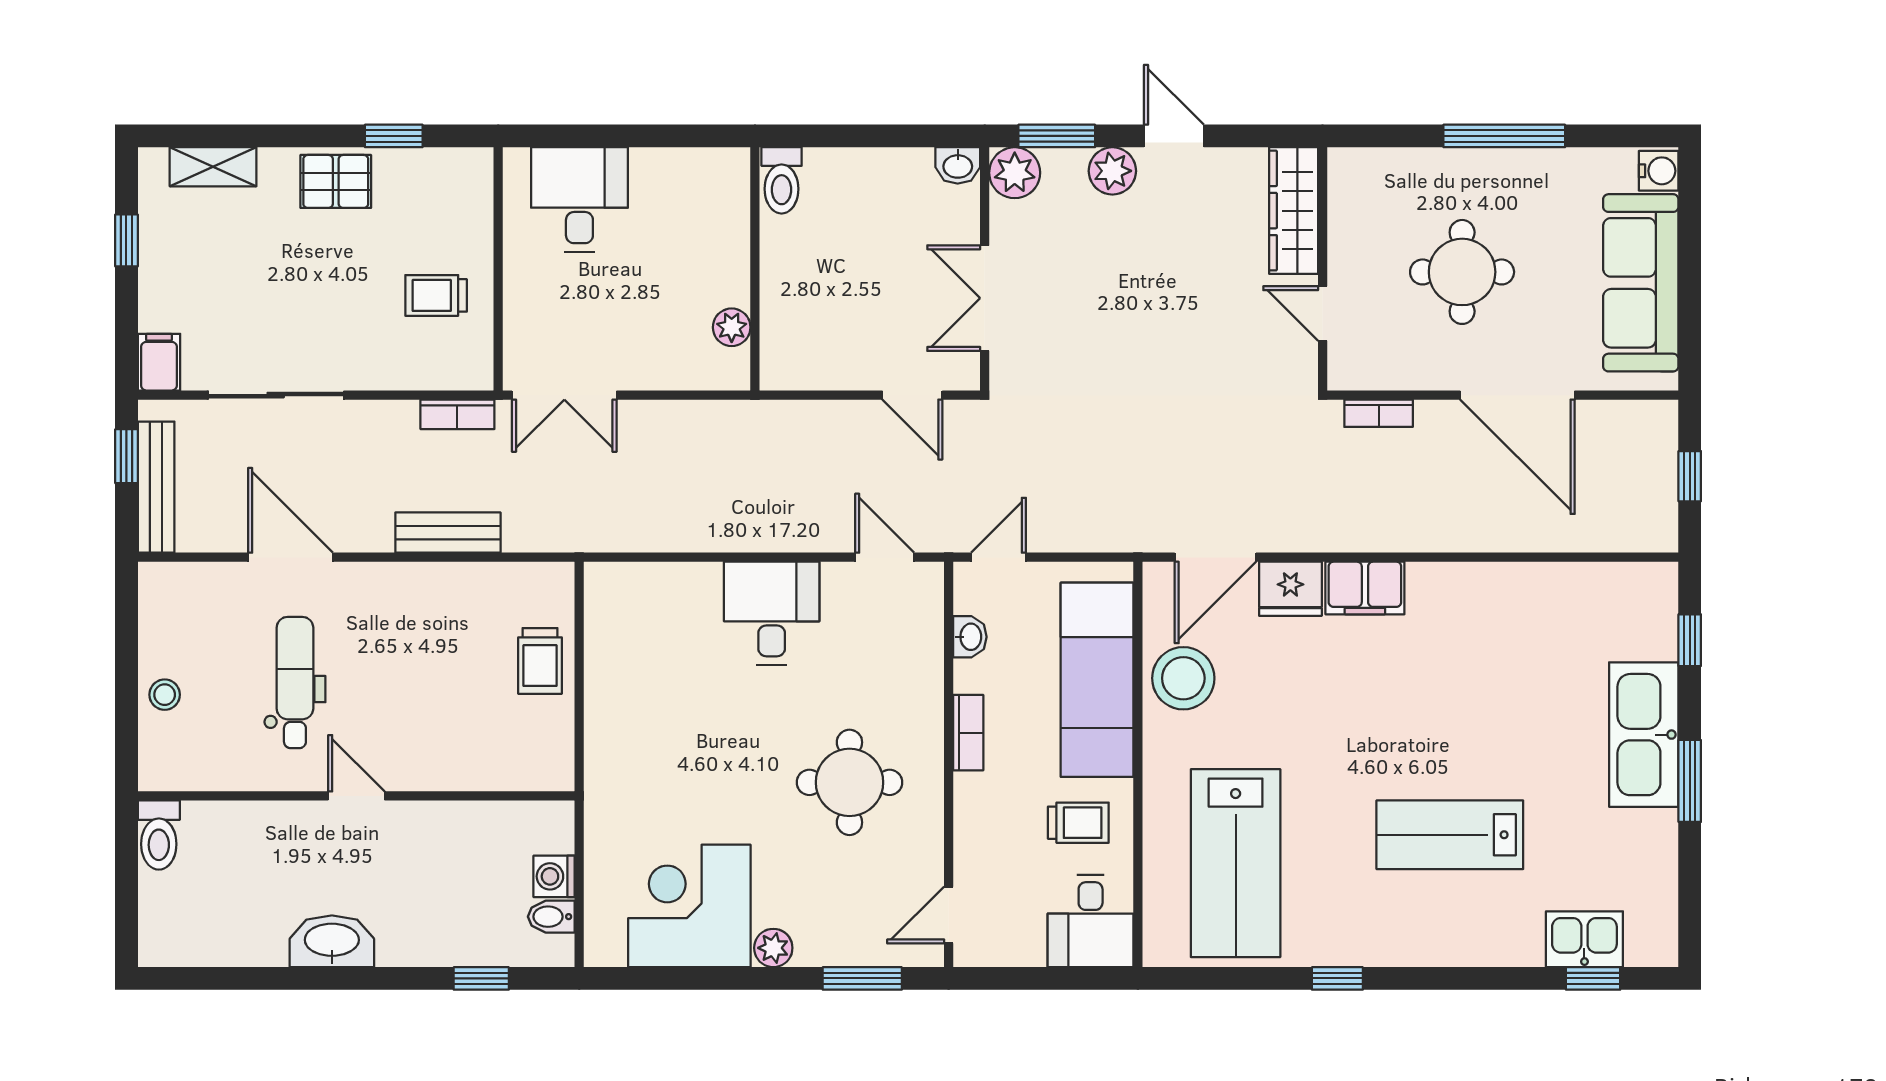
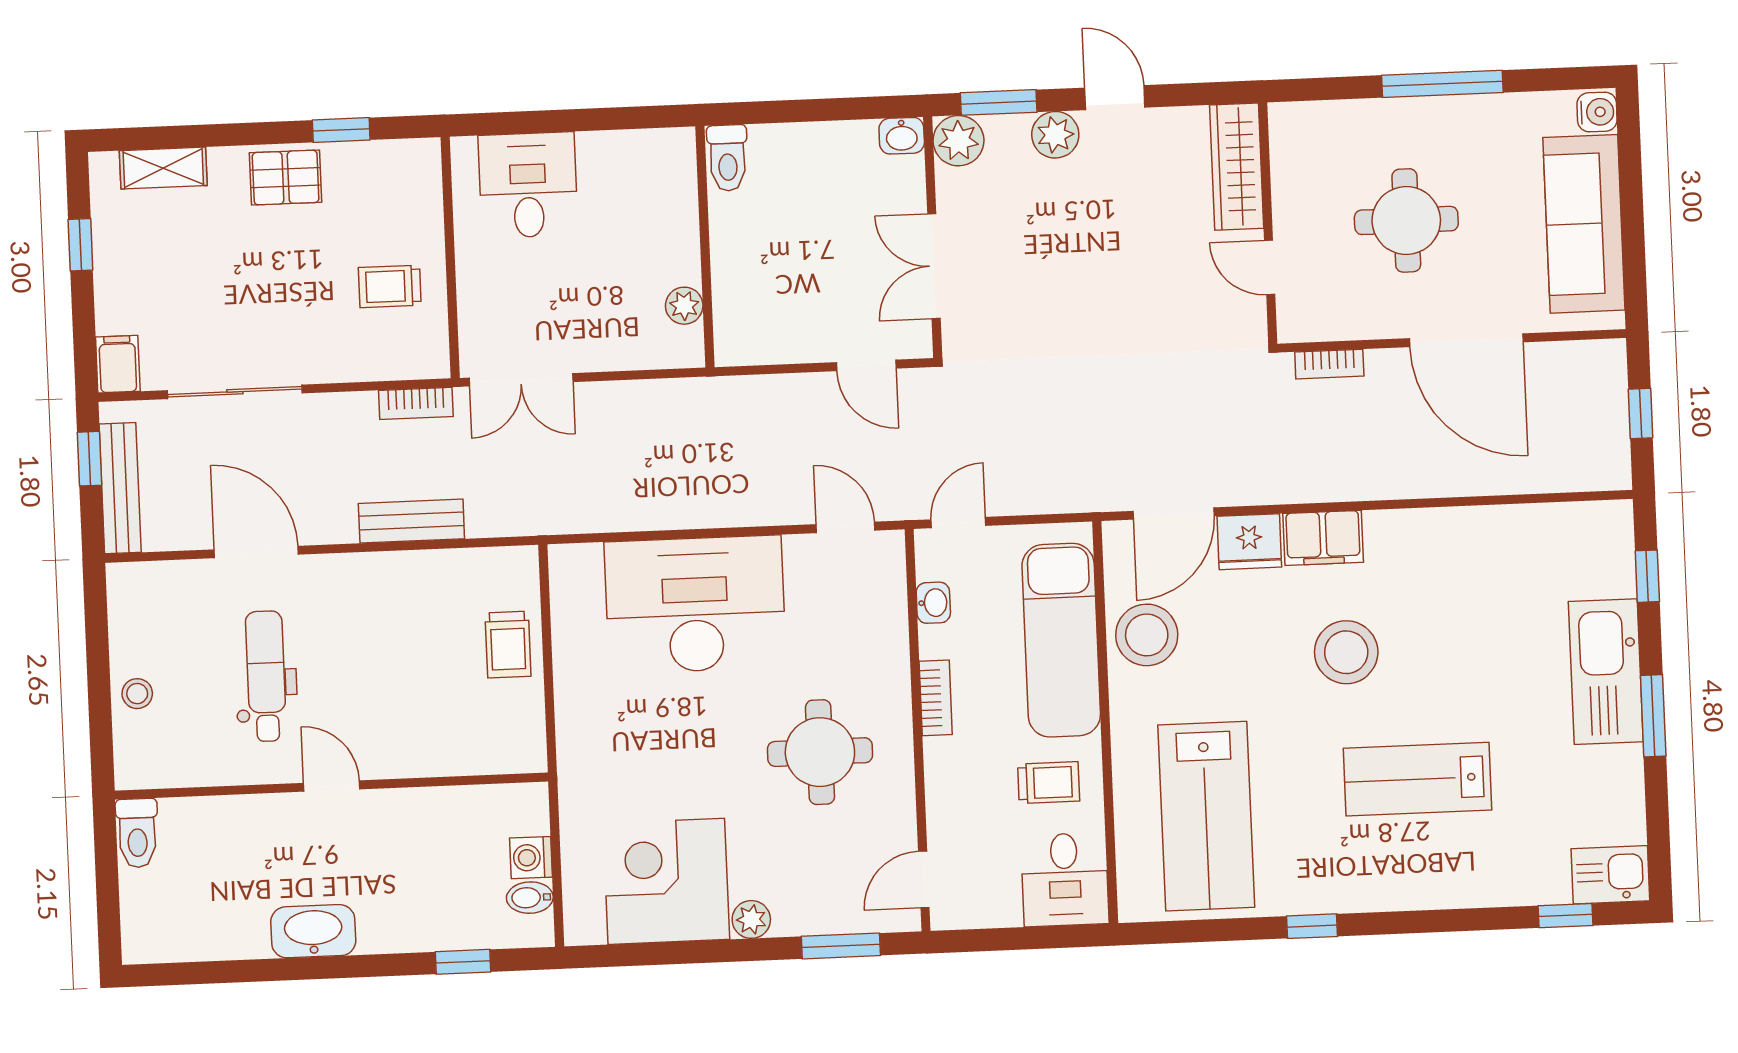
desk: (772, 613) -> (695, 604), width x1.87, depth x1.30
stool: (1383, 704) -> (1346, 652), added
kitchen sink: (1584, 939) -> (1610, 875), moved

